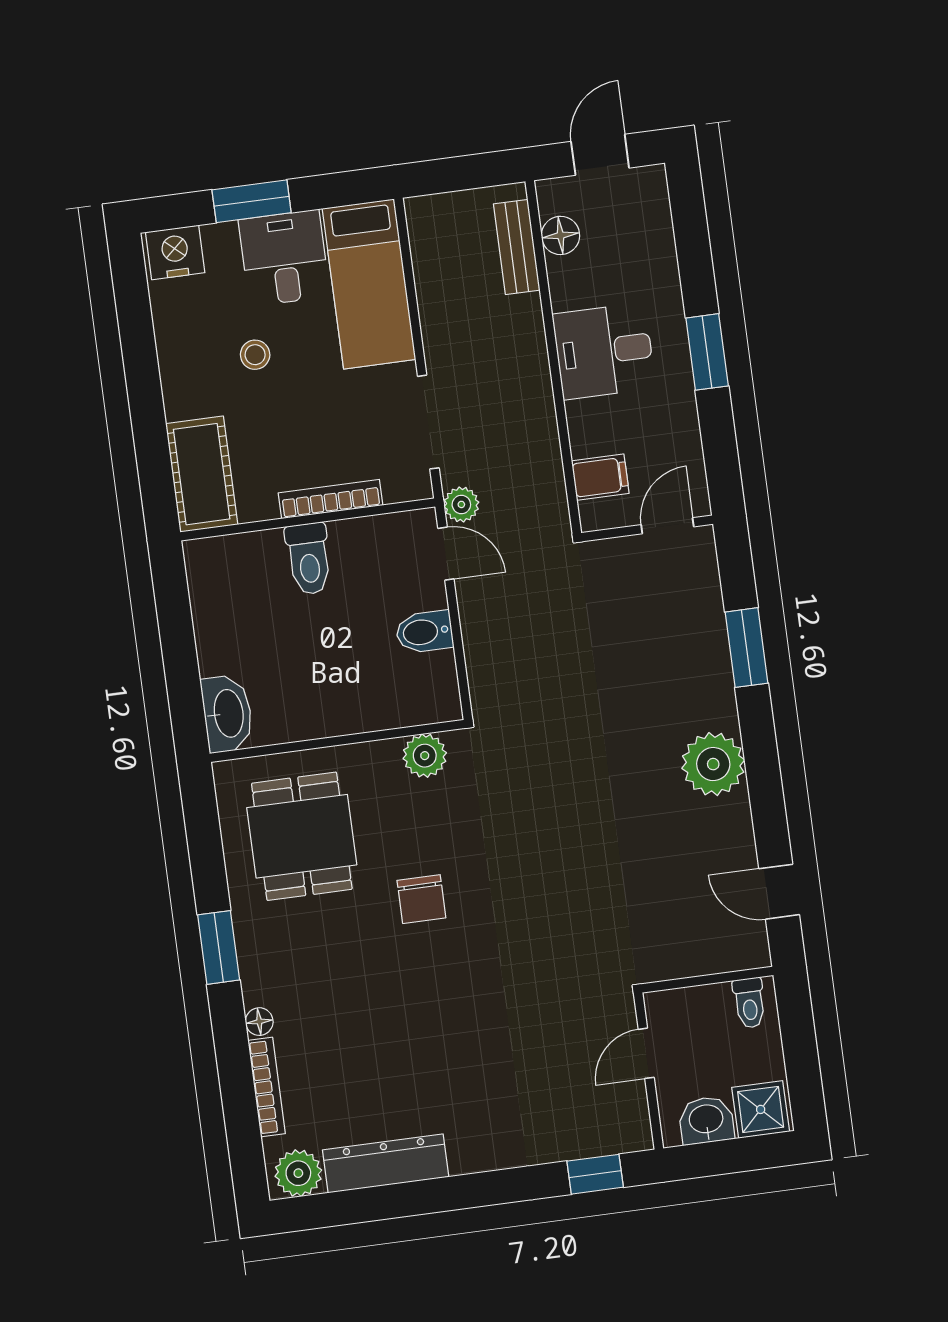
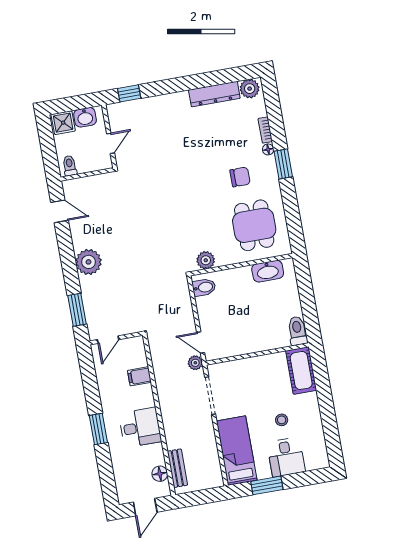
window: (252, 201) -> (267, 485), moved
nightstand: (175, 252) -> (316, 460), removed
desk: (284, 258) -> (286, 457), moved
bookcase: (331, 499) -> (248, 363), removed
door: (667, 526) -> (108, 340), moved
wall: (647, 528) -> (116, 338), moved
toilet: (309, 559) -> (297, 331), moved
bidet: (424, 632) -> (204, 287), moved
washbasin: (227, 714) -> (268, 271), moved, turned -90
chair: (421, 899) -> (240, 177), moved, turned 90
window: (219, 947) -> (283, 164), moved
bookcase: (267, 1087) -> (265, 130), width x0.64

